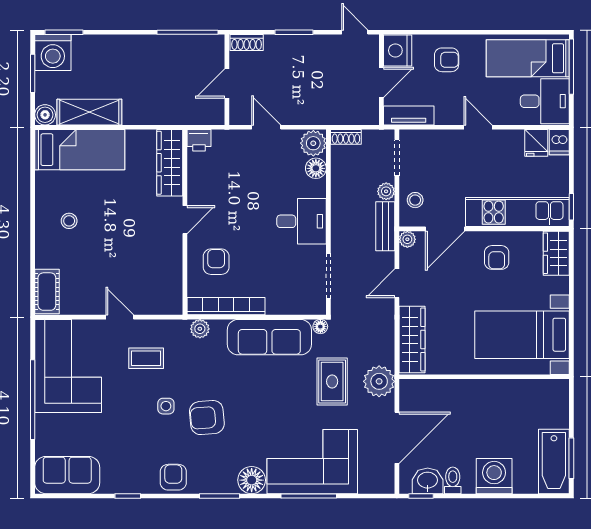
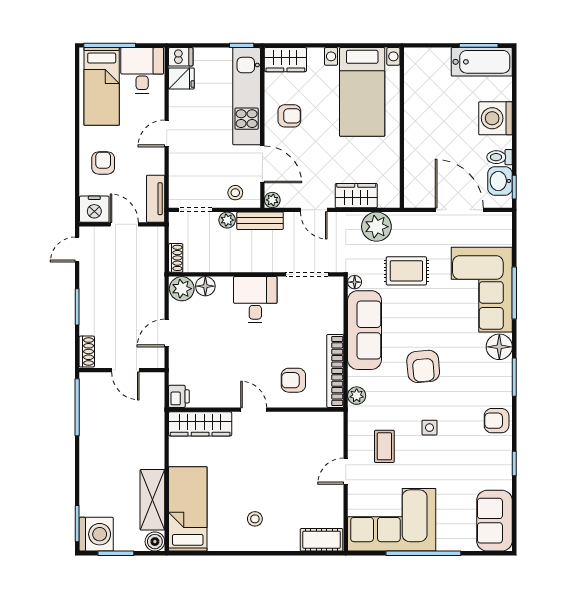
wardrobe: (412, 339) -> (356, 196), width x0.67
plant: (379, 381) -> (376, 227), moved
armchair: (207, 418) -> (423, 366), moved

